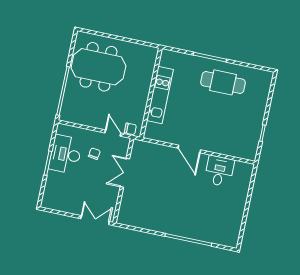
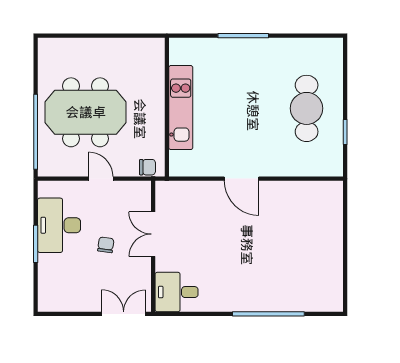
meeting table: (98, 67) -> (86, 112), moved
cafe table: (223, 82) -> (307, 108), moved, turned 90
door: (113, 133) -> (101, 179), moved
chair: (94, 154) -> (106, 245), moved
desk: (219, 171) -> (177, 292), moved, turned -90

